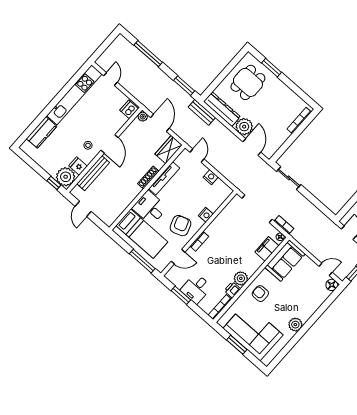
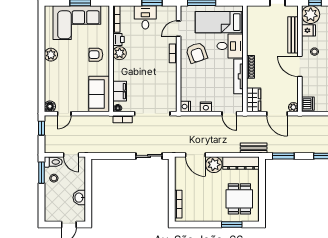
nightstand: (206, 215) -> (185, 107), moved
armchair: (260, 294) -> (96, 55), turned 180

